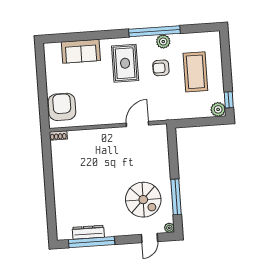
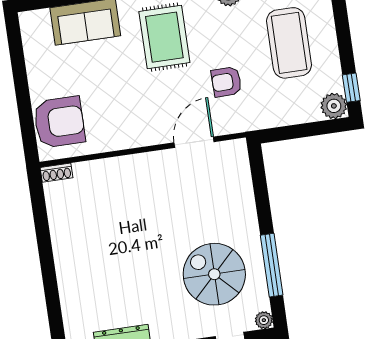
armchair: (161, 68) -> (226, 82), moved
armchair: (62, 107) -> (59, 122), turned 90
spiral stairs: (143, 200) -> (214, 274), turned 180

